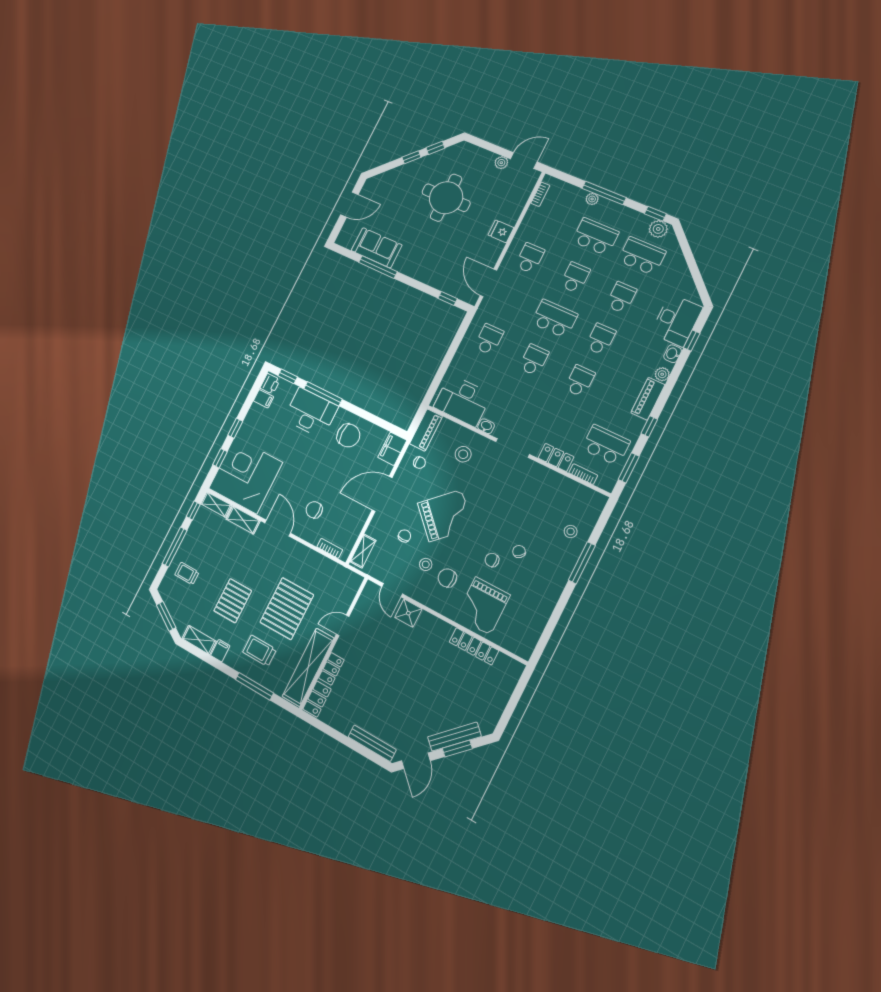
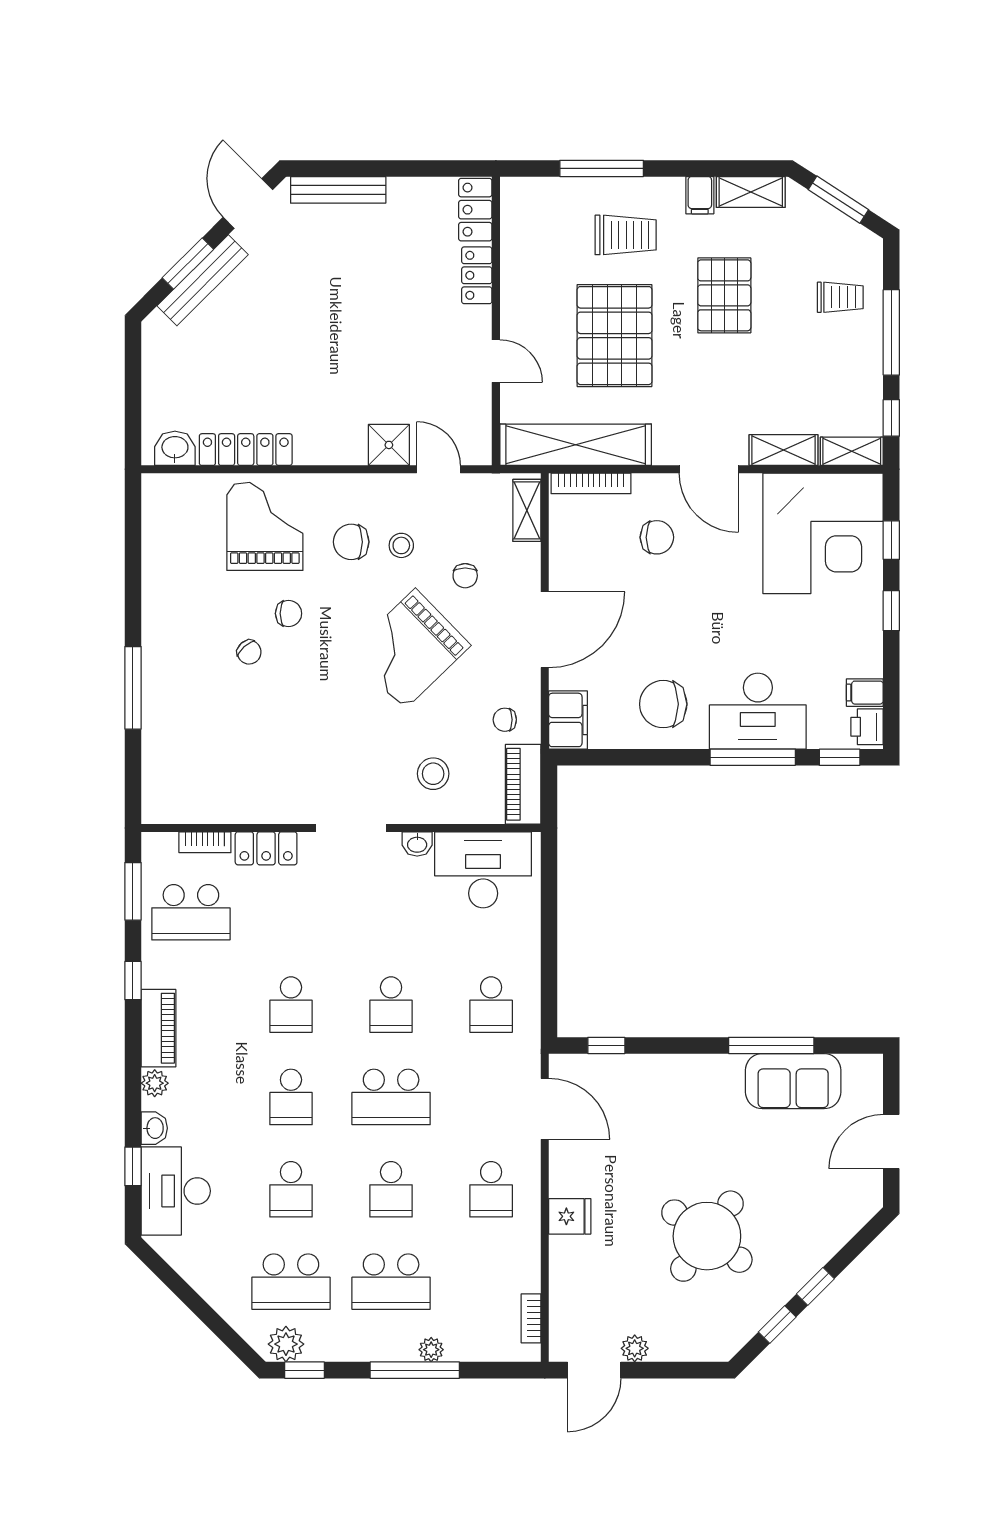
round table: (446, 198) -> (707, 1236), turned 36
stool: (571, 531) -> (178, 732), removed
bookcase: (330, 548) -> (591, 483), width x1.56
chair: (447, 578) -> (351, 542), turned 180
door: (343, 625) -> (496, 361), hinge flipped
washbasin: (506, 665) -> (175, 448), added
shelving: (308, 667) -> (576, 445), moved, turned 90

